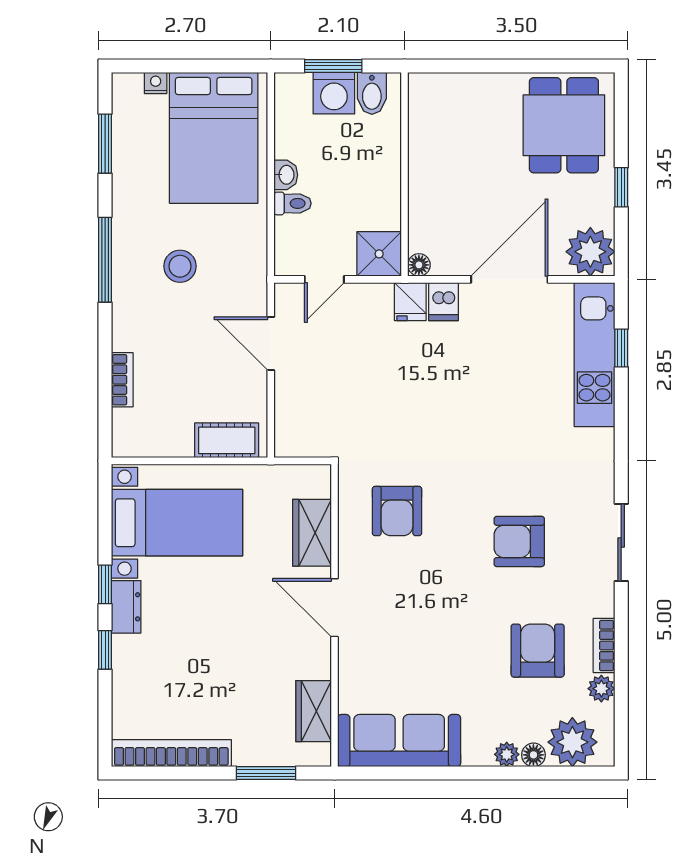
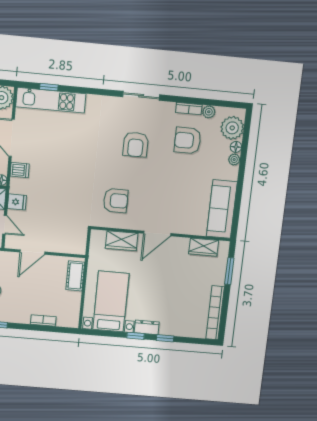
fridge: (410, 302) -> (17, 202), moved

